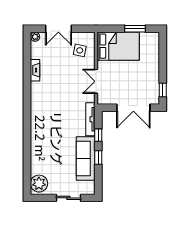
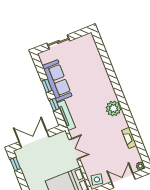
side table: (80, 50) -> (97, 180), moved
plant: (39, 184) -> (114, 108), moved

